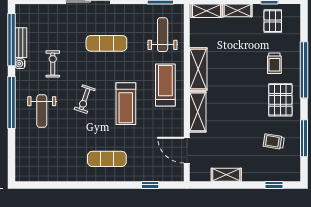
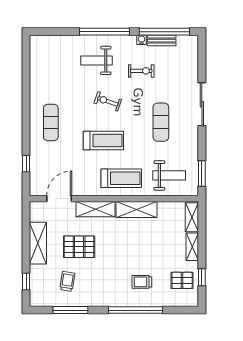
pallet: (280, 100) -> (79, 247), moved
treadmill: (126, 104) -> (103, 140), turned 180
shelving: (226, 175) -> (38, 243), width x1.50, depth x1.33

